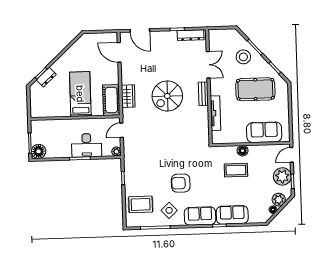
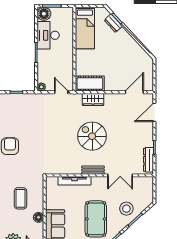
bed: (80, 94) -> (85, 28), moved, turned 90
desk: (87, 145) -> (48, 35), moved
floor lamp: (243, 151) -> (39, 217), moved

